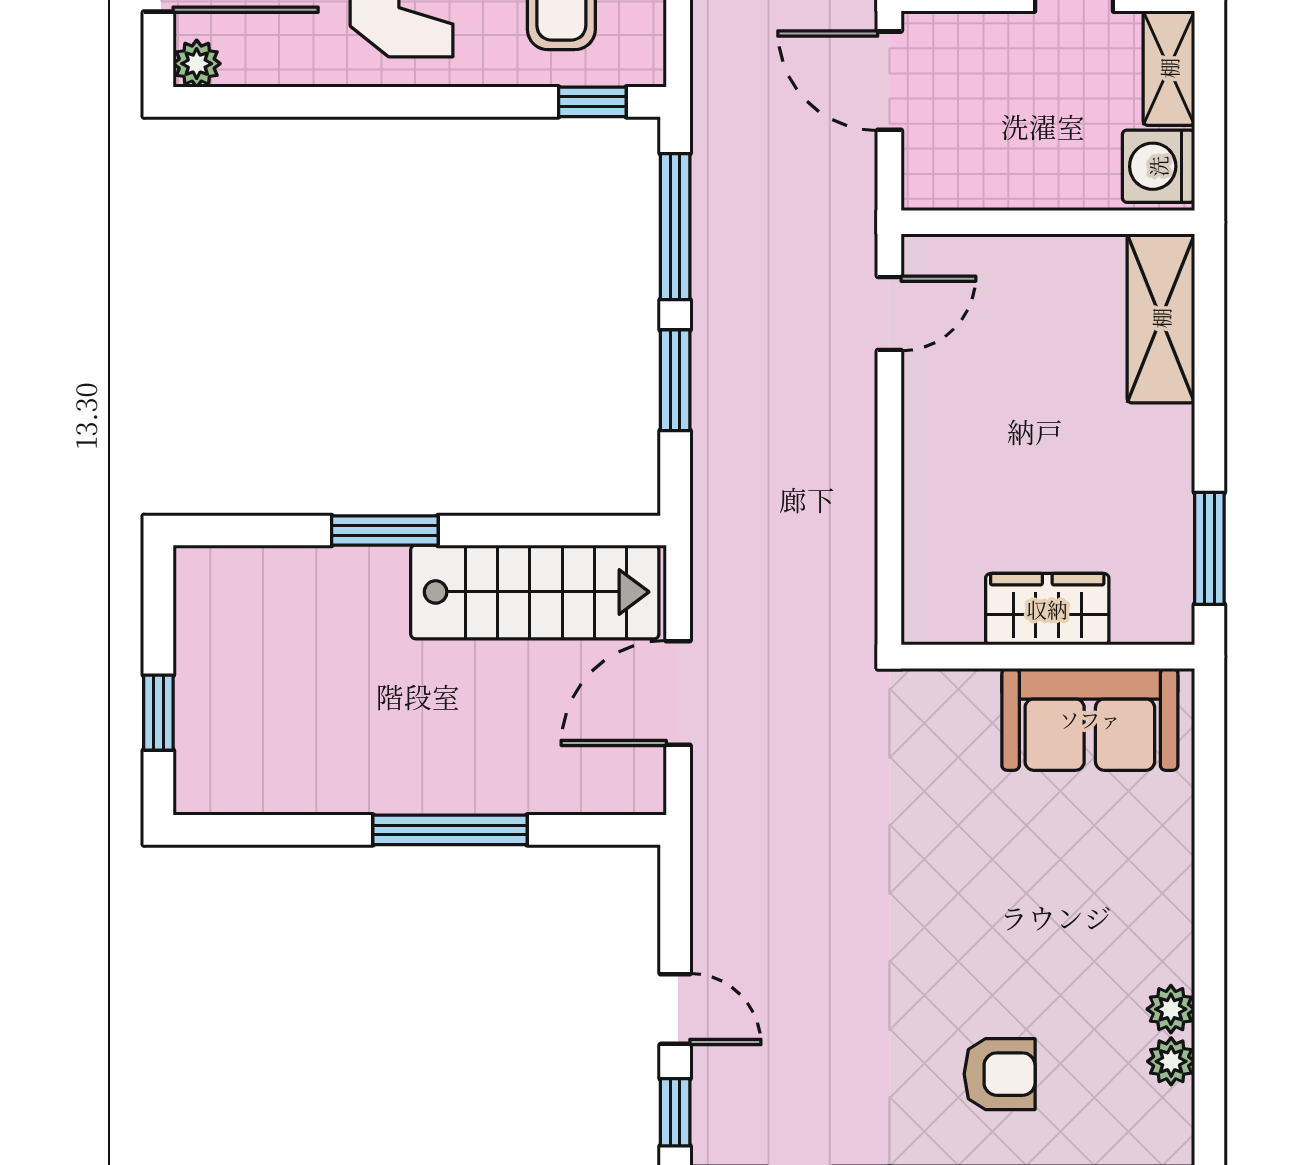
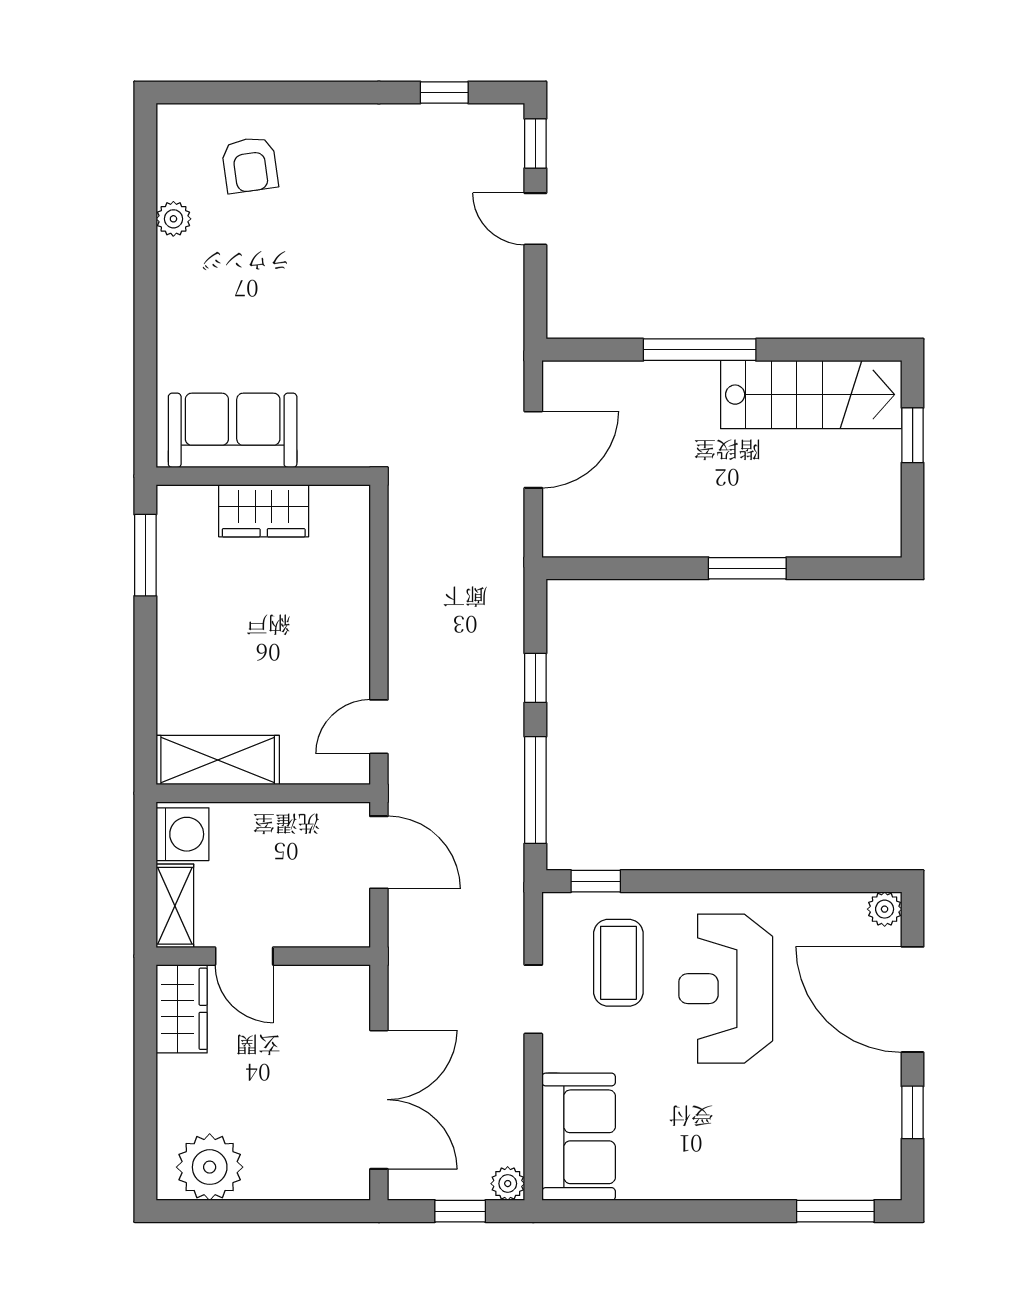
door: (889, 81) -> (379, 852), moved
shelving: (1161, 318) -> (218, 760), moved, turned 90
window: (675, 380) -> (535, 678), width x0.67
stairs: (535, 592) -> (811, 395), moved, turned 180
plant: (1171, 1061) -> (173, 181), removed
armchair: (1000, 1074) -> (250, 165), moved, turned -98

